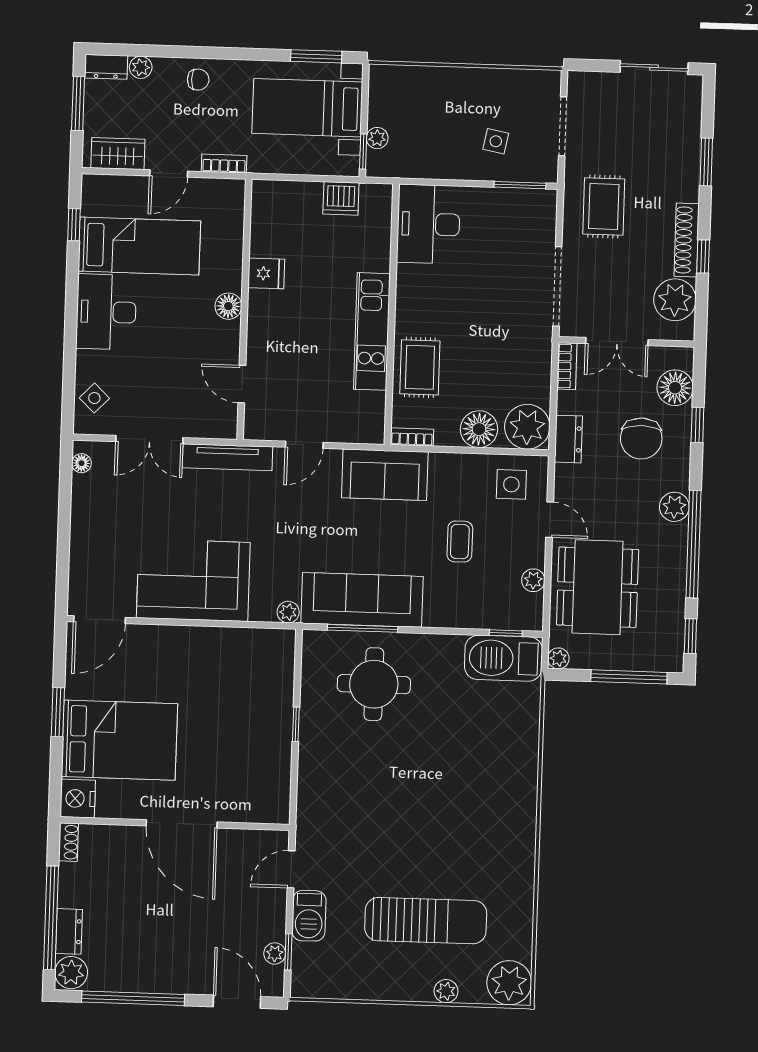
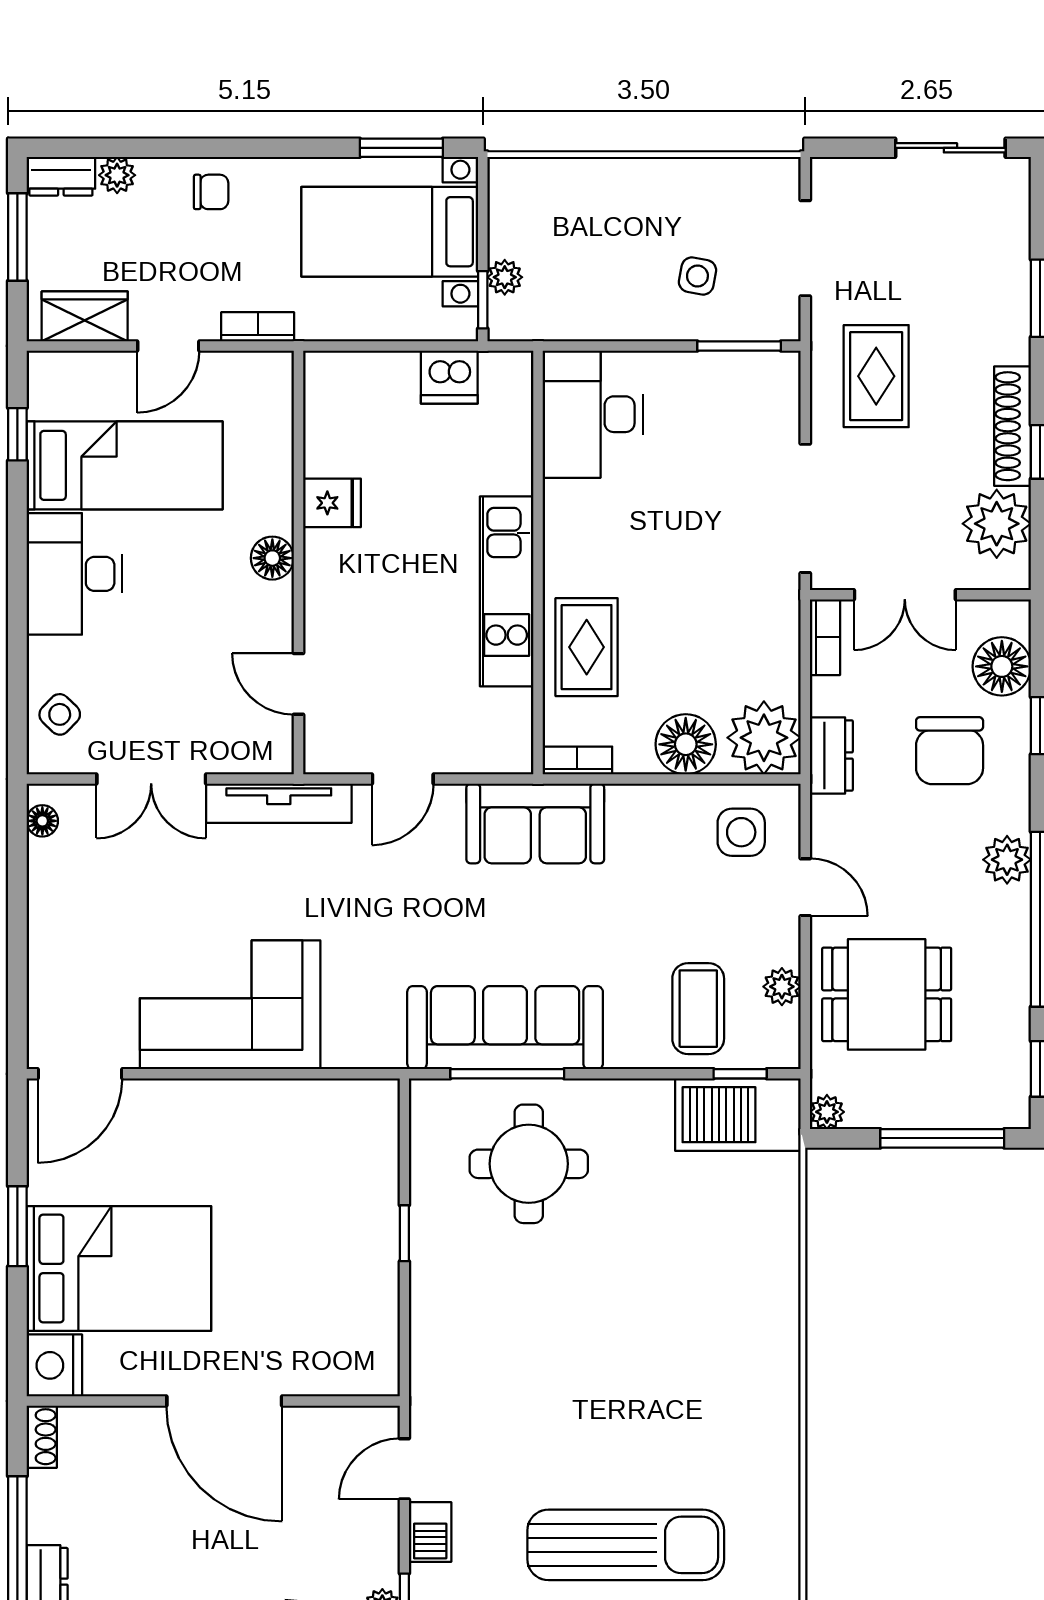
coffee table: (460, 542) -> (698, 1009), moved, width x1.36, depth x1.30
dining table: (598, 587) -> (887, 994), width x0.73
plant: (288, 612) -> (386, 1051), removed
barbecue: (309, 916) -> (430, 1532), width x0.73, depth x0.79

